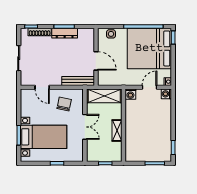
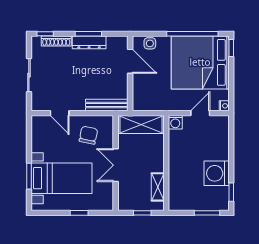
door: (96, 61) -> (130, 61), moved
washing machine: (166, 94) -> (217, 173), moved, width x1.89, depth x1.89
double door: (85, 127) -> (116, 165), swing flipped
shelving: (117, 130) -> (158, 187), moved

